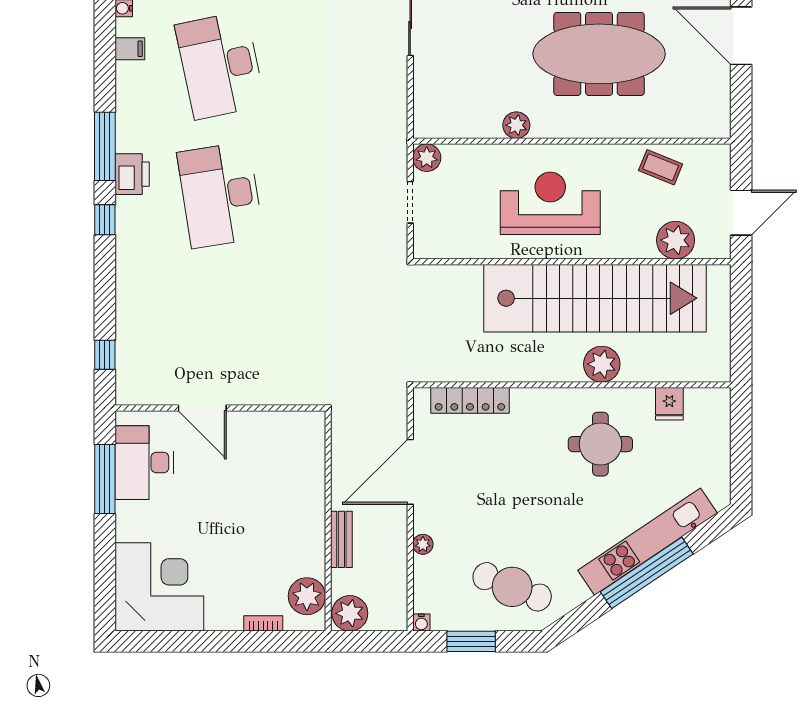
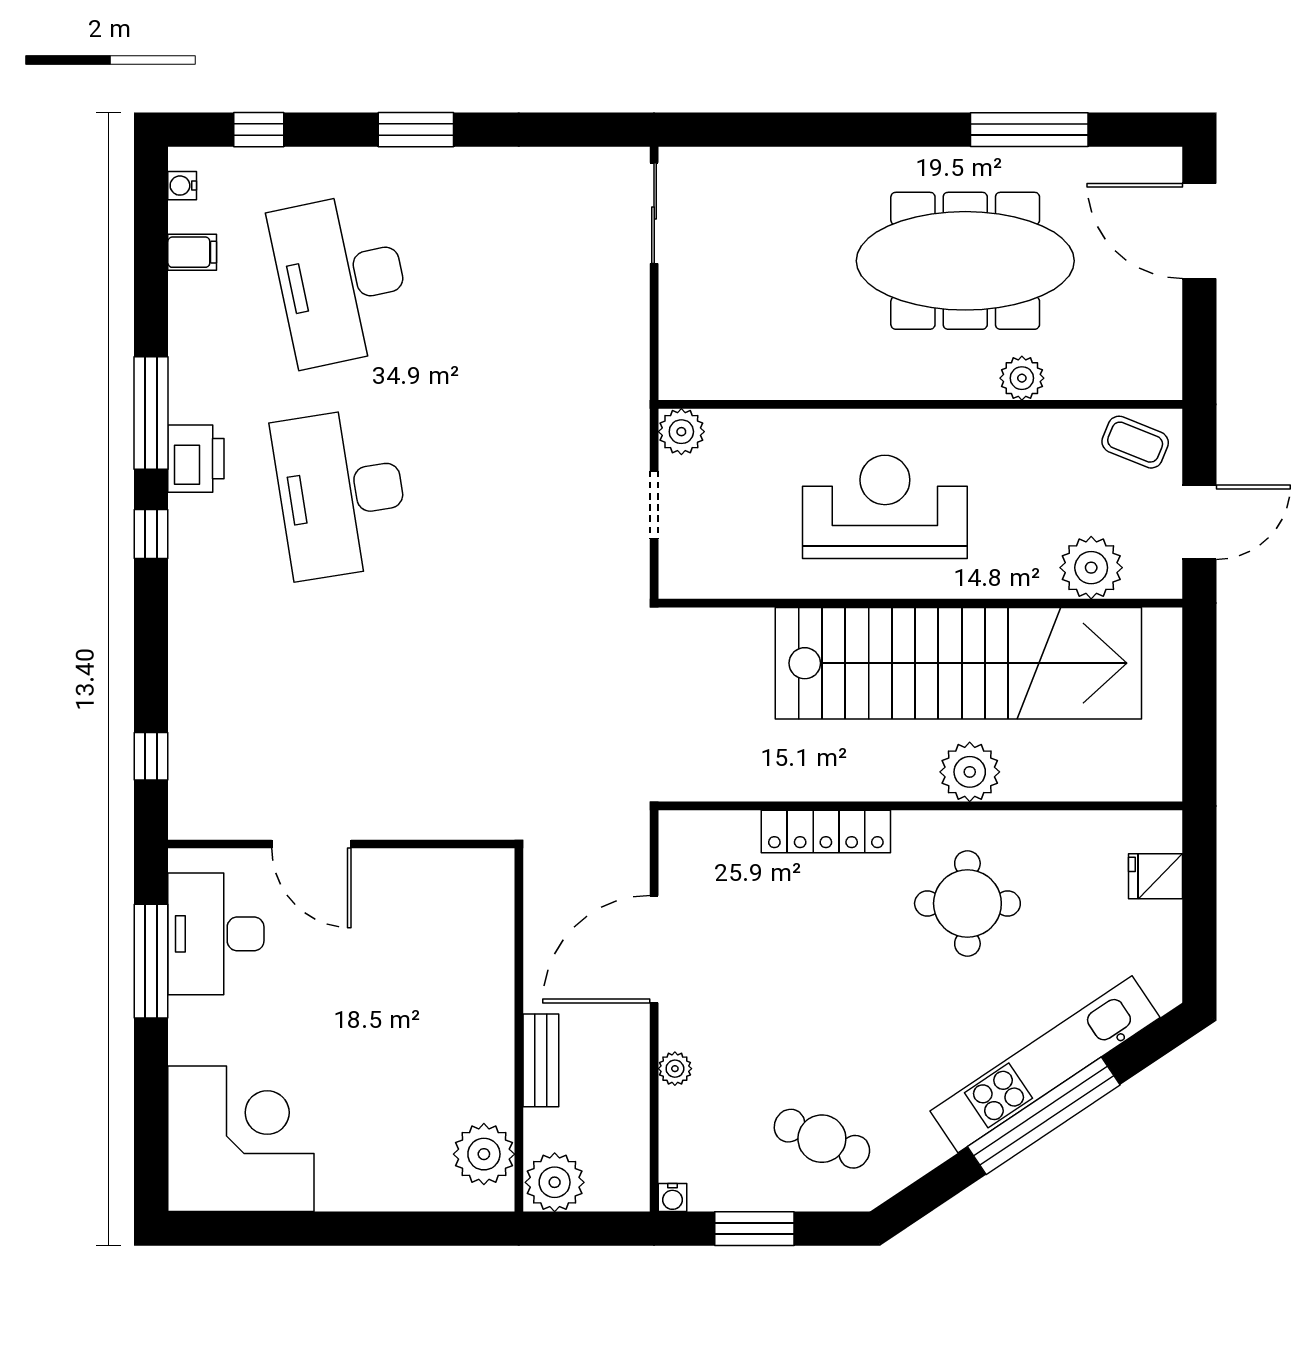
plant: (516, 125) -> (1022, 378), moved
coffee table: (661, 167) -> (1135, 442), moved
locker: (470, 400) -> (826, 832), moved
fridge: (669, 404) -> (1156, 876), moved, turned 90
cafe table: (512, 587) -> (822, 1139), width x0.73, depth x0.74
bookcase: (263, 623) -> (412, 1199), removed

